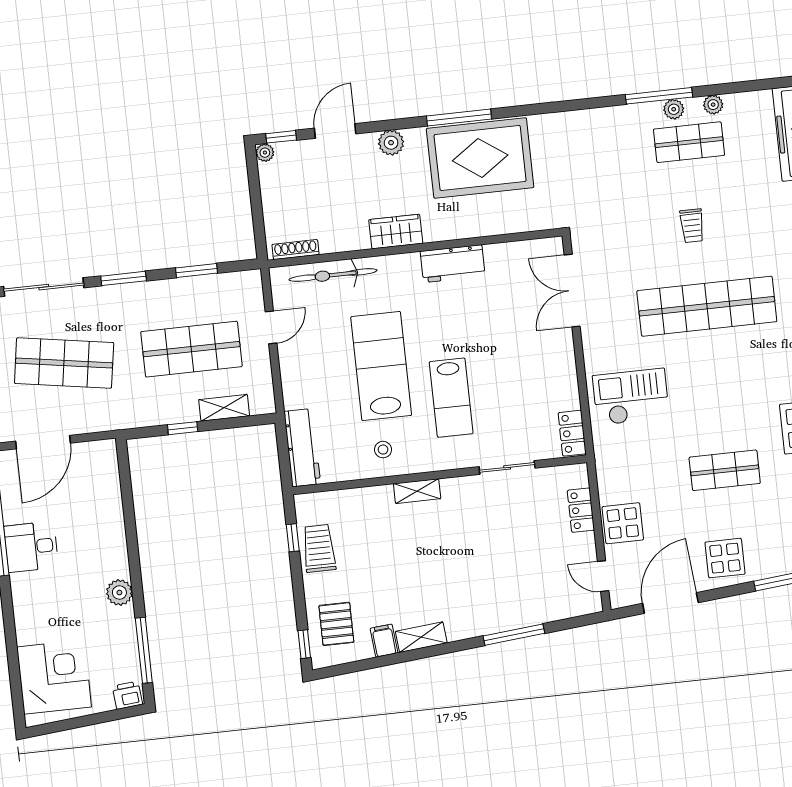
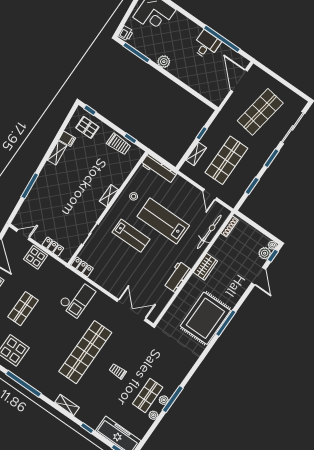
plant: (391, 143) -> (265, 253), moved
lab bench: (381, 366) -> (163, 221), turned 180
lab bench: (451, 398) -> (131, 236), turned 180

